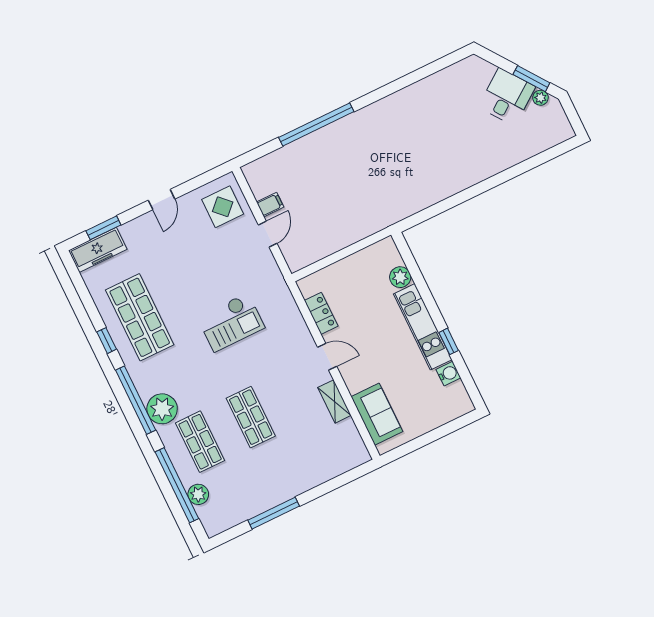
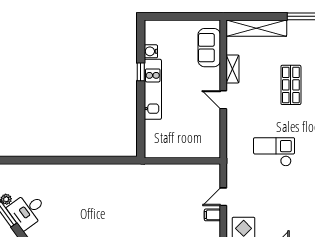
plant: (400, 277) -> (152, 128), removed
locker: (321, 313) -> (214, 130), removed
shelving: (329, 468) -> (256, 28), added

